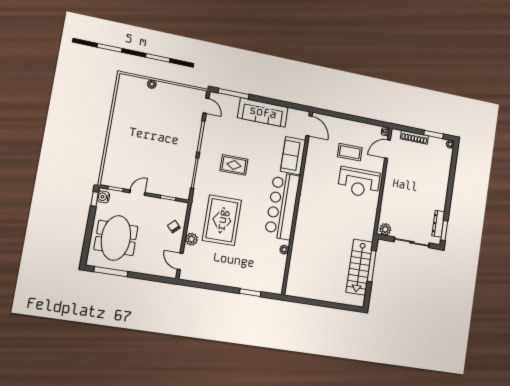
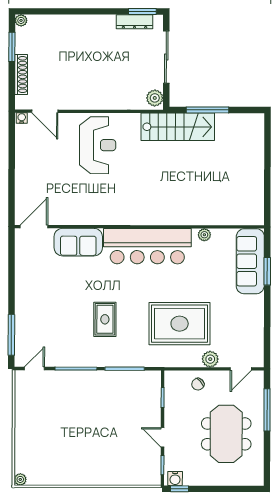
plant: (152, 84) -> (20, 479), moved
sofa: (263, 112) -> (250, 261), moved, turned 180
coffee table: (350, 152) -> (59, 164), removed
meeting table: (116, 238) -> (226, 434), moved, turned 90
stairs: (360, 267) -> (178, 127), moved
window: (111, 272) -> (267, 410), moved

